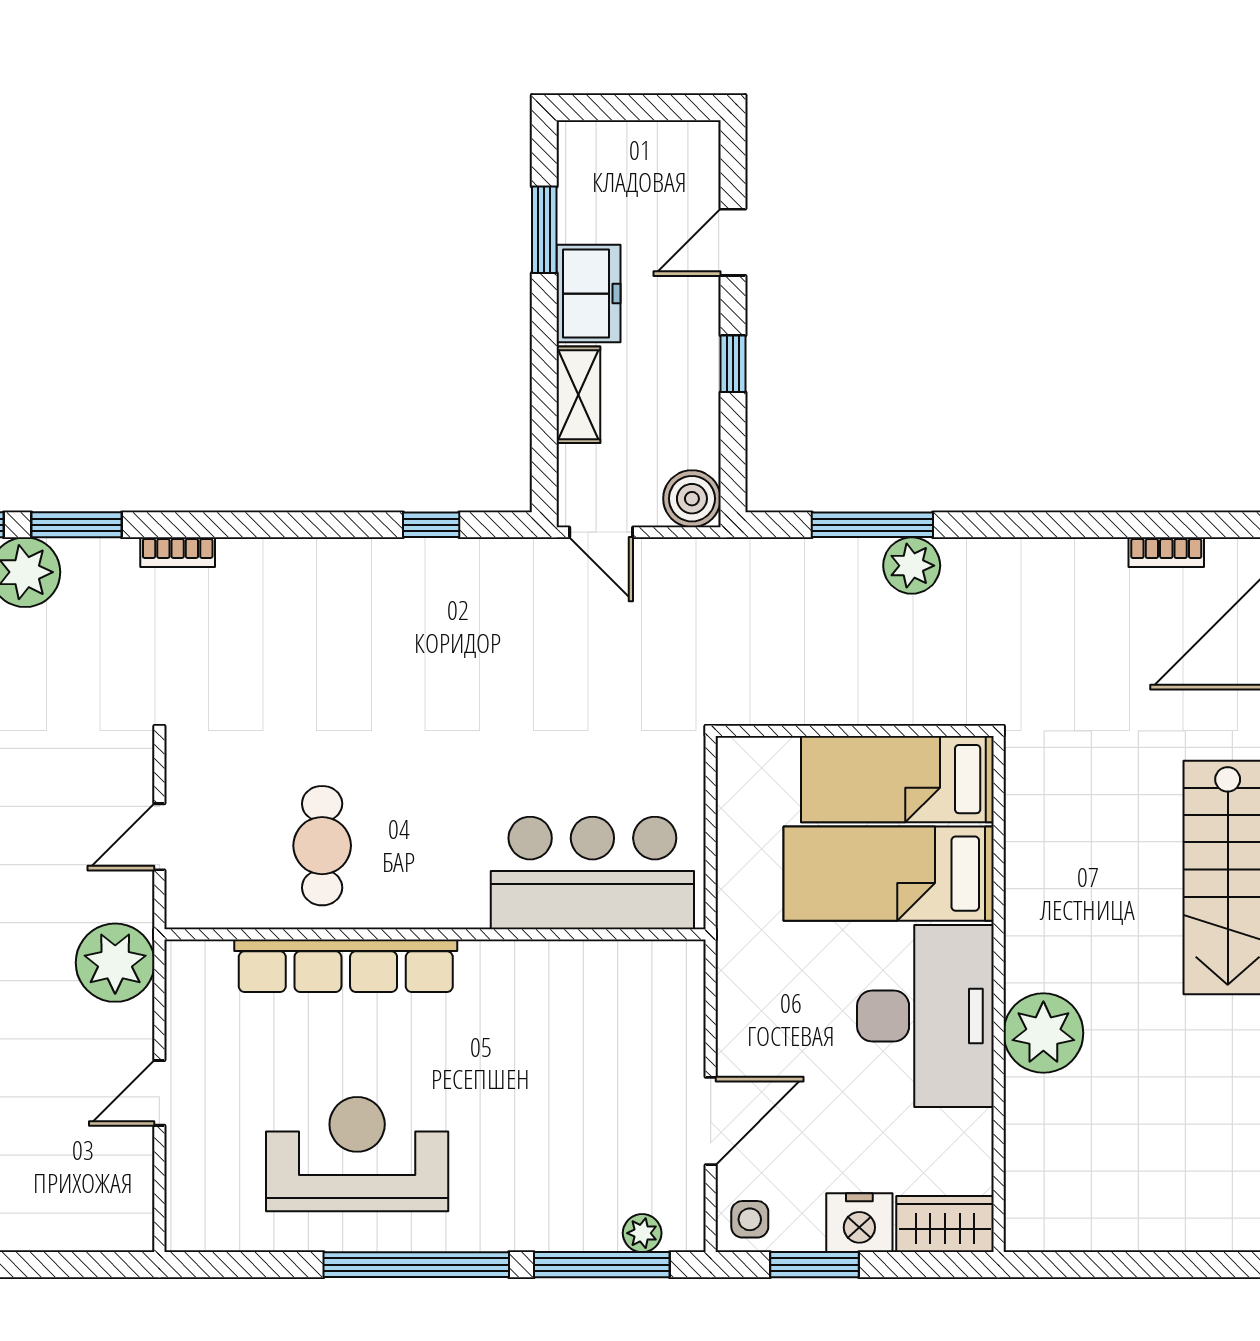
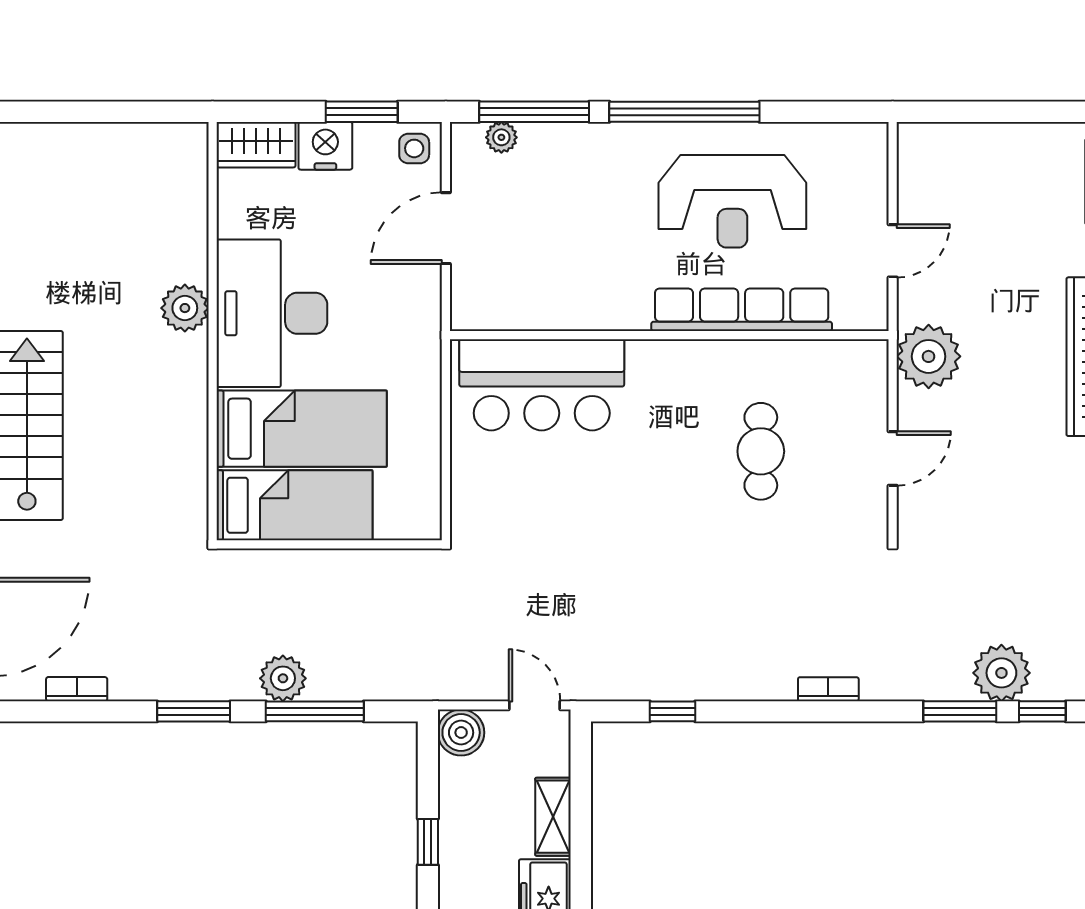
window: (1022, 525) -> (194, 711), added
bookcase: (178, 552) -> (828, 689), moved
bar counter: (592, 873) -> (542, 385), moved
wall: (435, 934) -> (669, 335), moved
row of seats: (346, 966) -> (742, 310), moved
plant: (1043, 1033) -> (185, 308), width x0.73, depth x0.73

